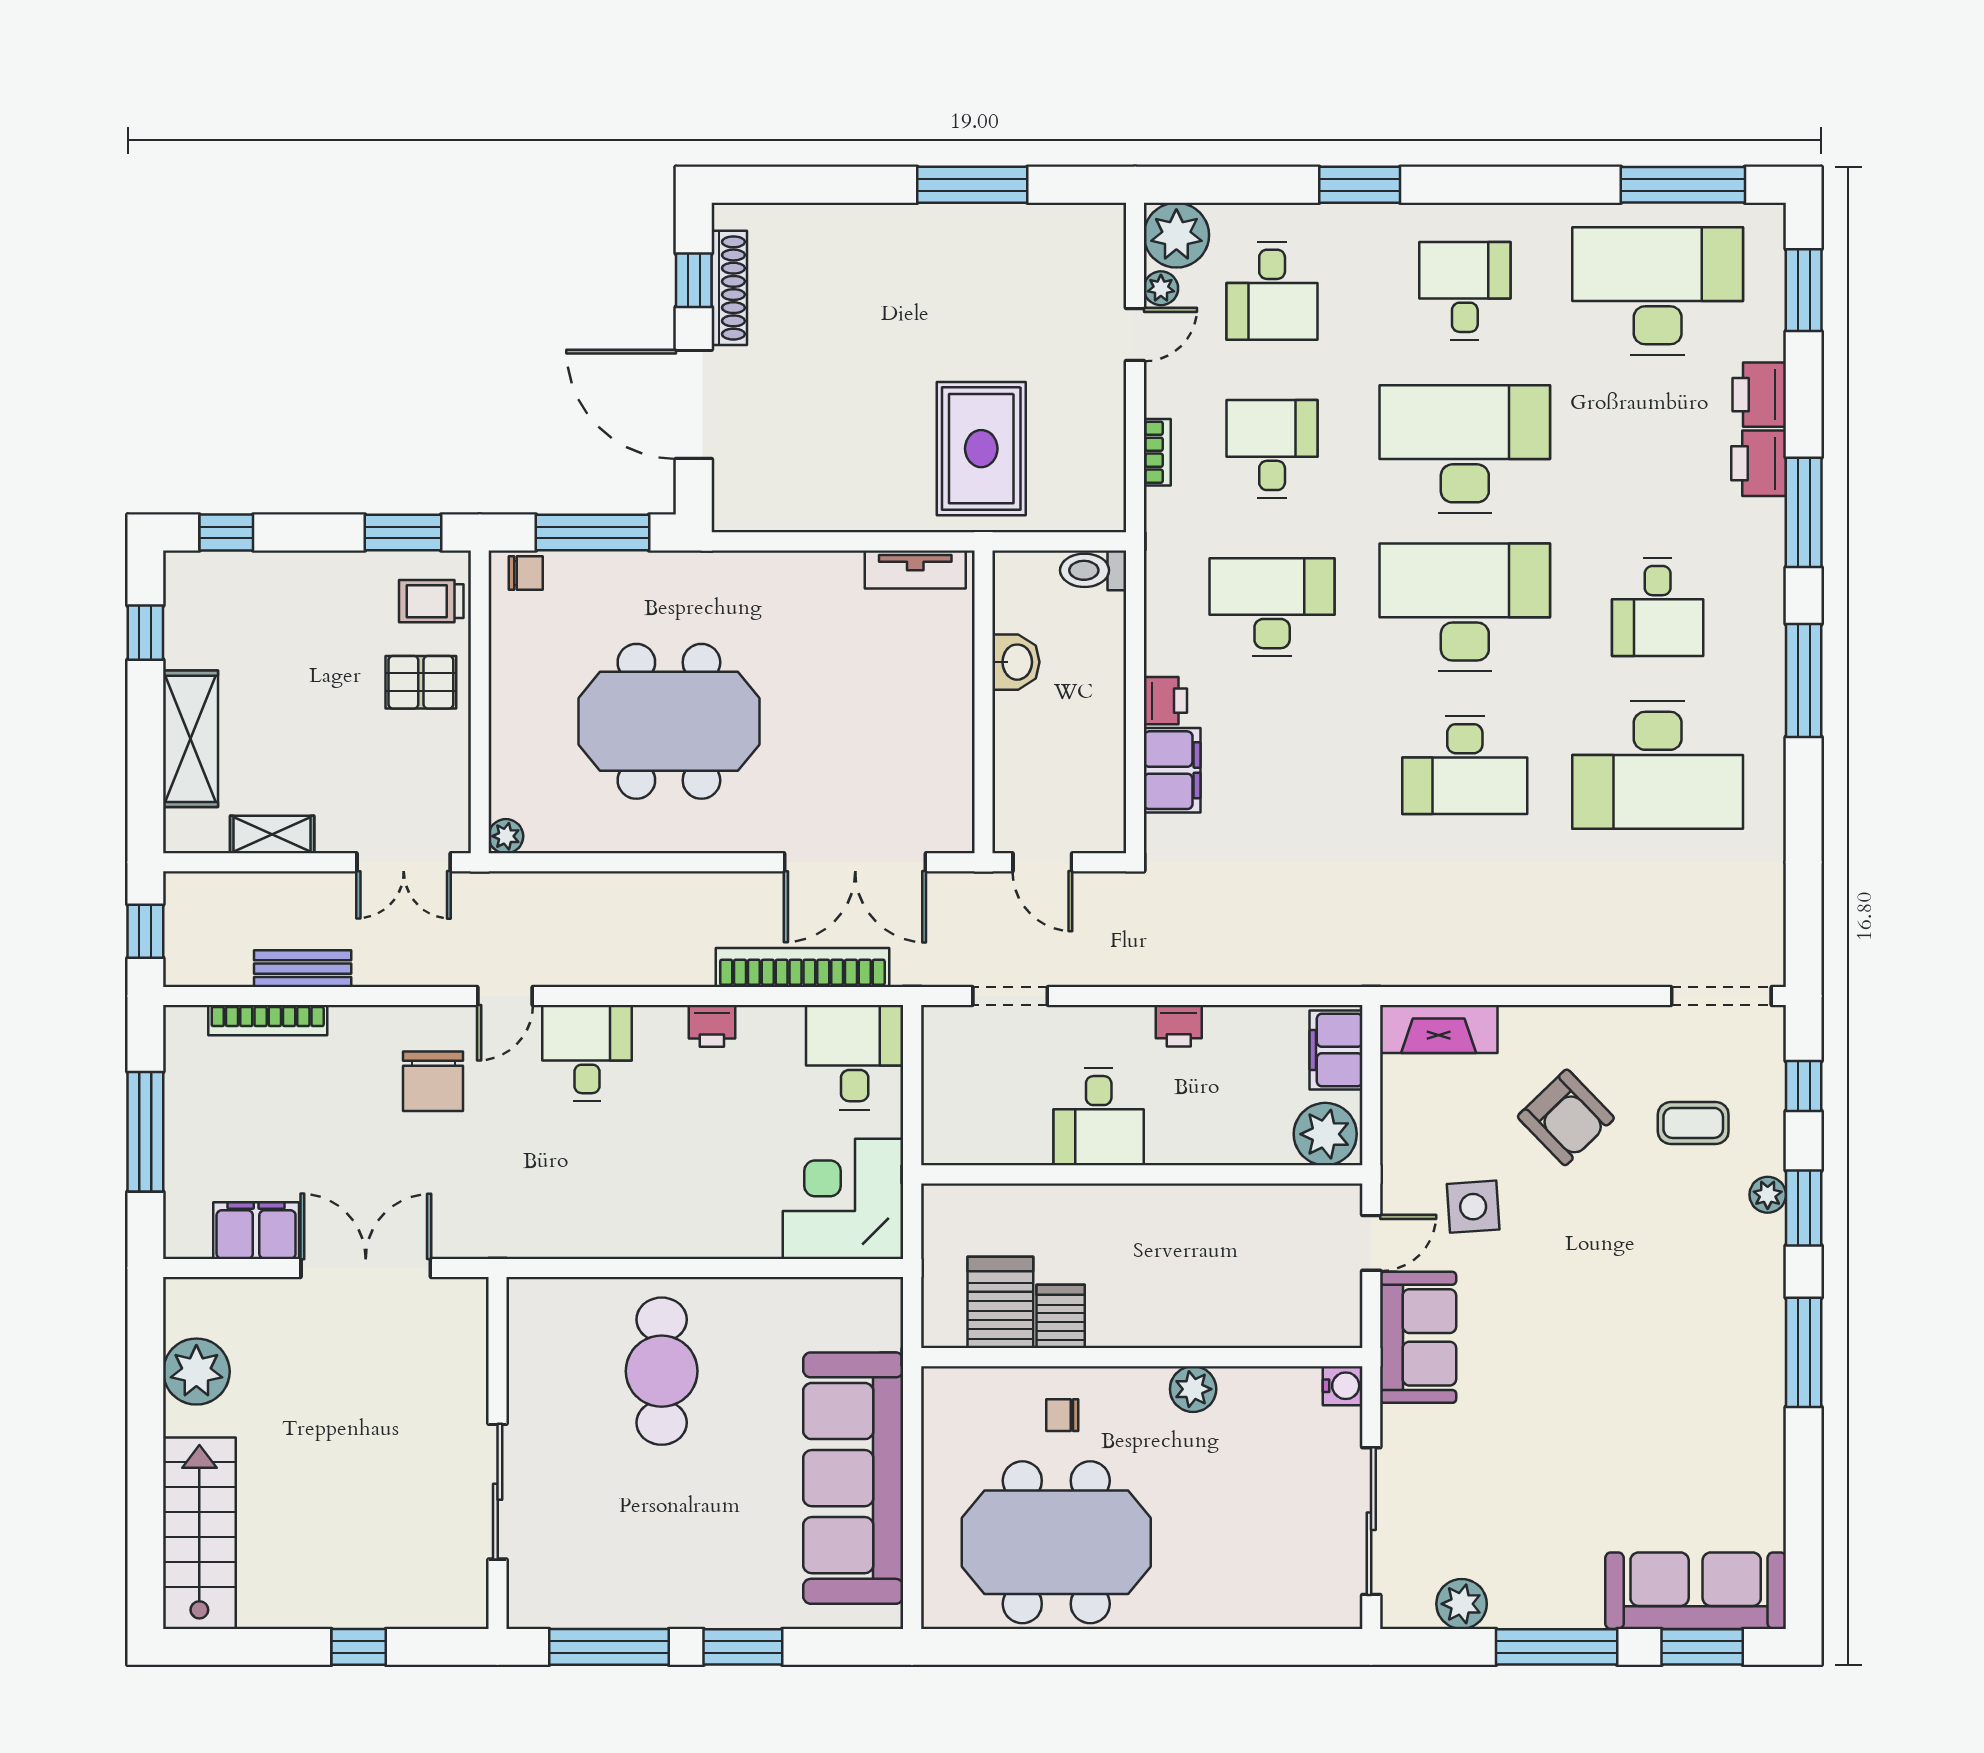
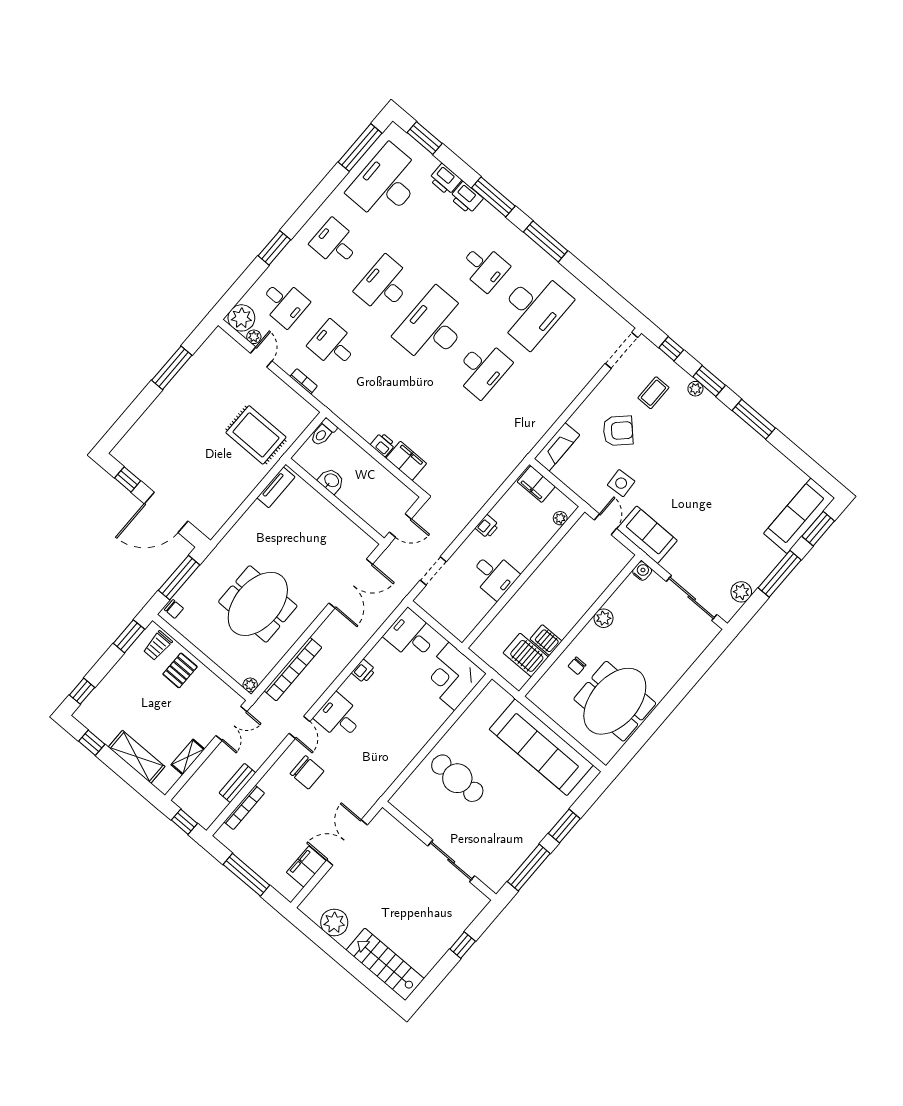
shoe rack: (729, 288) -> (139, 471), removed
desk: (1465, 449) -> (384, 285), width x0.73, depth x0.77
chair: (526, 573) -> (174, 609), turned 90
desk: (1272, 607) -> (382, 387), removed
bookcase: (802, 967) -> (293, 669), moved, turned 180
plant: (1325, 1134) -> (560, 518), width x0.53, depth x0.53

